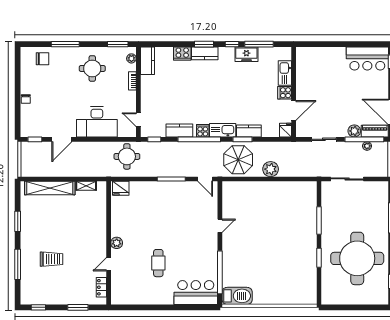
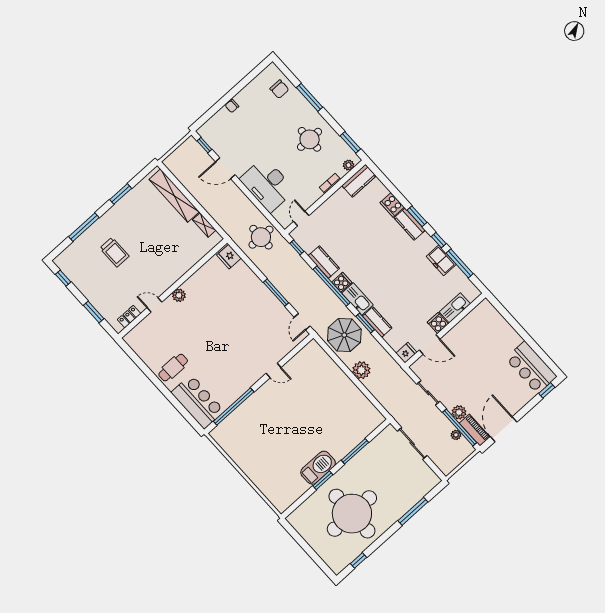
cafe table: (158, 263) -> (173, 368), moved
barbecue: (237, 296) -> (318, 468), moved, turned -90

